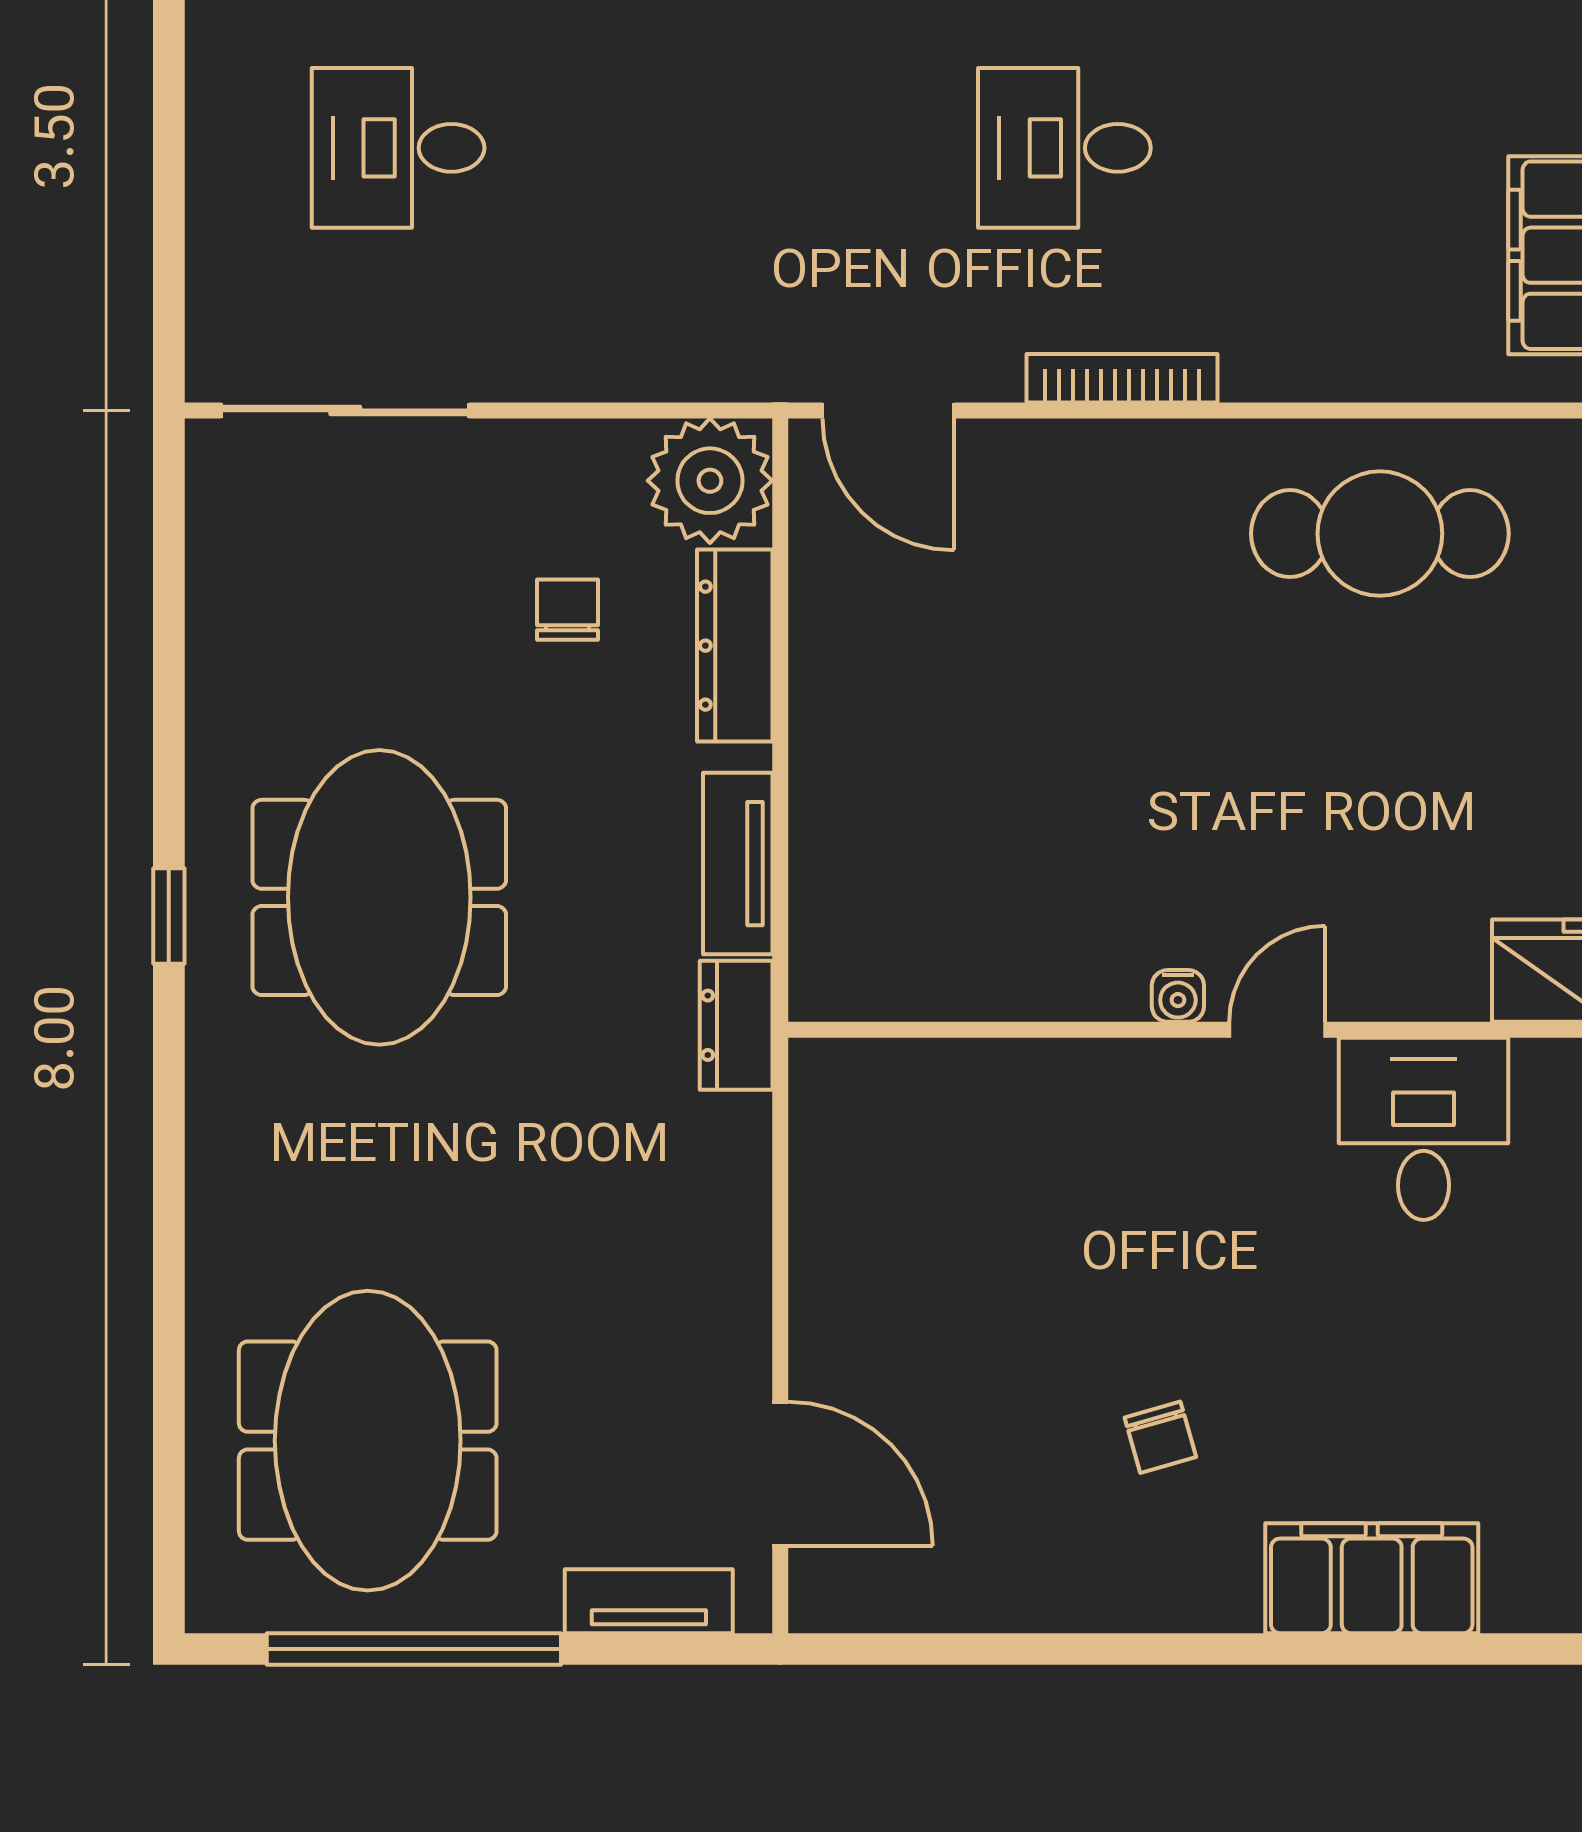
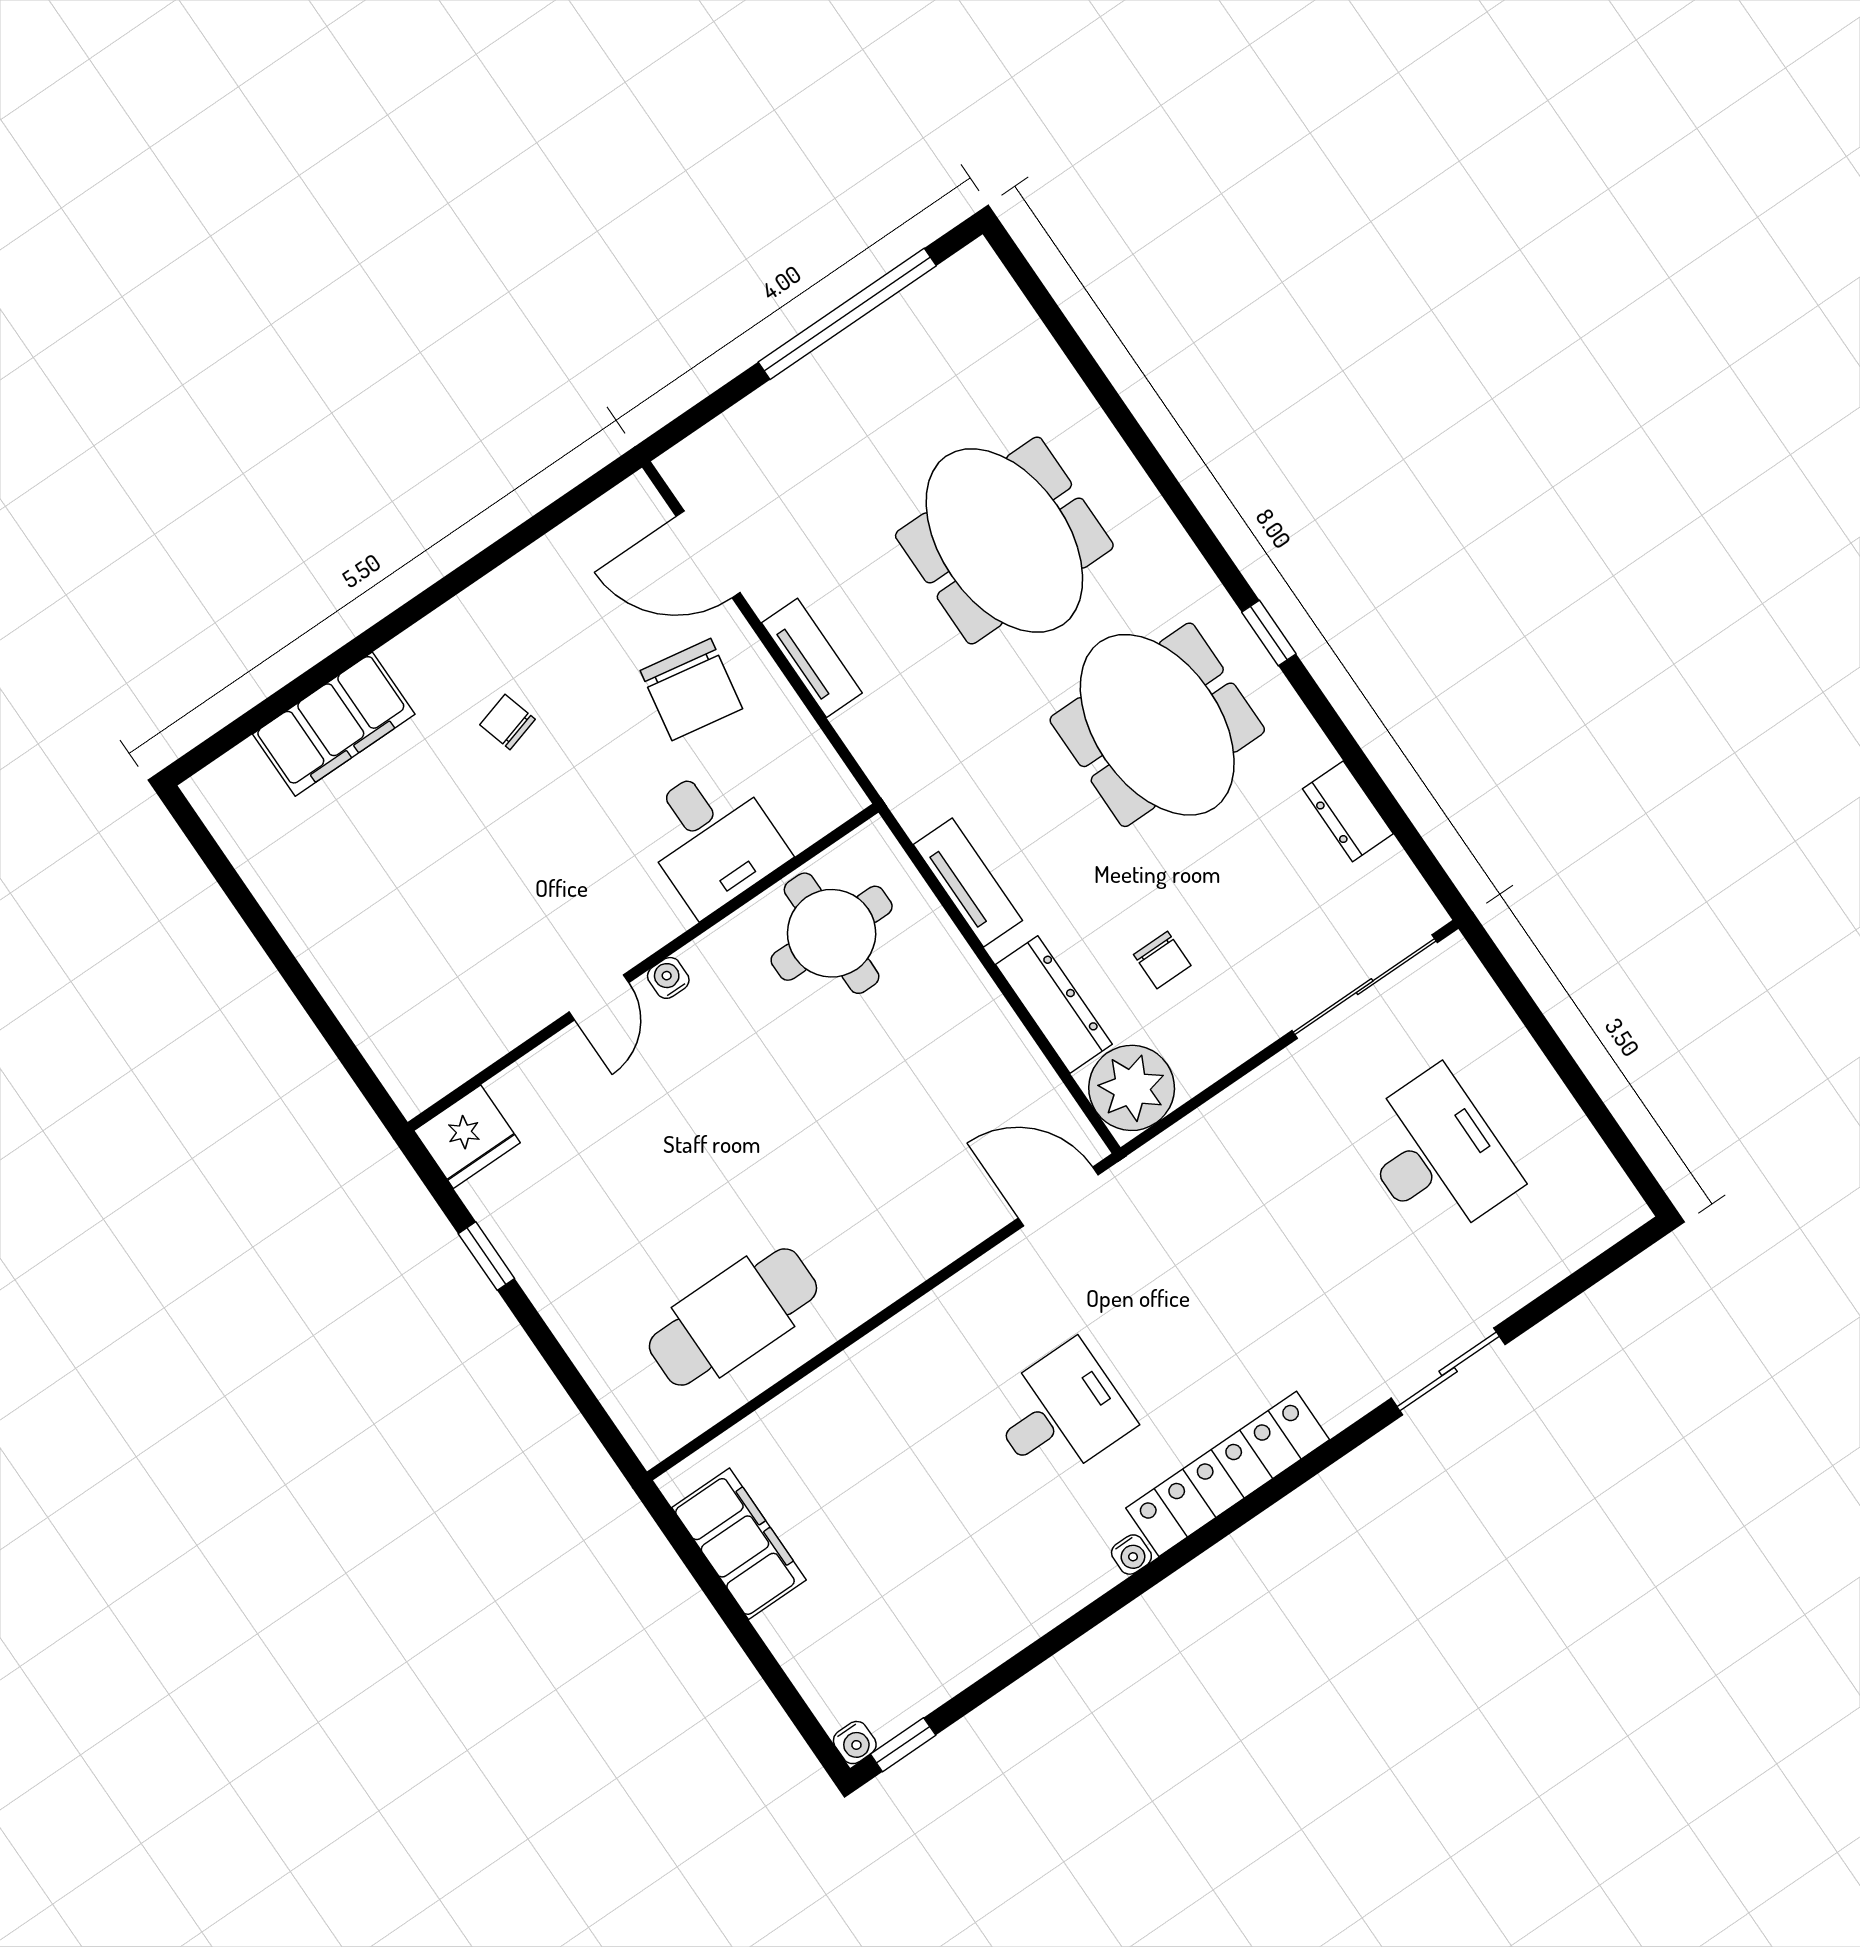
desk: (398, 148) -> (1436, 1155), width x1.37
bookcase: (1122, 378) -> (939, 1305), removed
round table: (944, 915) -> (832, 933), added
dresser: (736, 1025) -> (1348, 811), moved, turned 180
desk: (1424, 1129) -> (712, 838), moved
chair: (912, 1325) -> (691, 690), added
meeting table: (368, 1441) -> (1004, 541), moved
tv unit: (649, 1601) -> (812, 658), moved, turned -90

